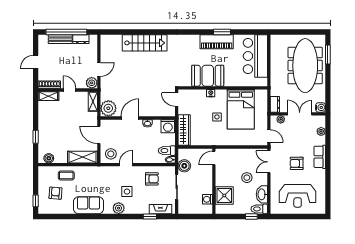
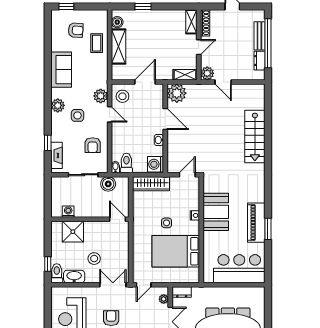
shelving: (82, 157) -> (119, 47), moved
plant: (111, 172) -> (101, 96), added

